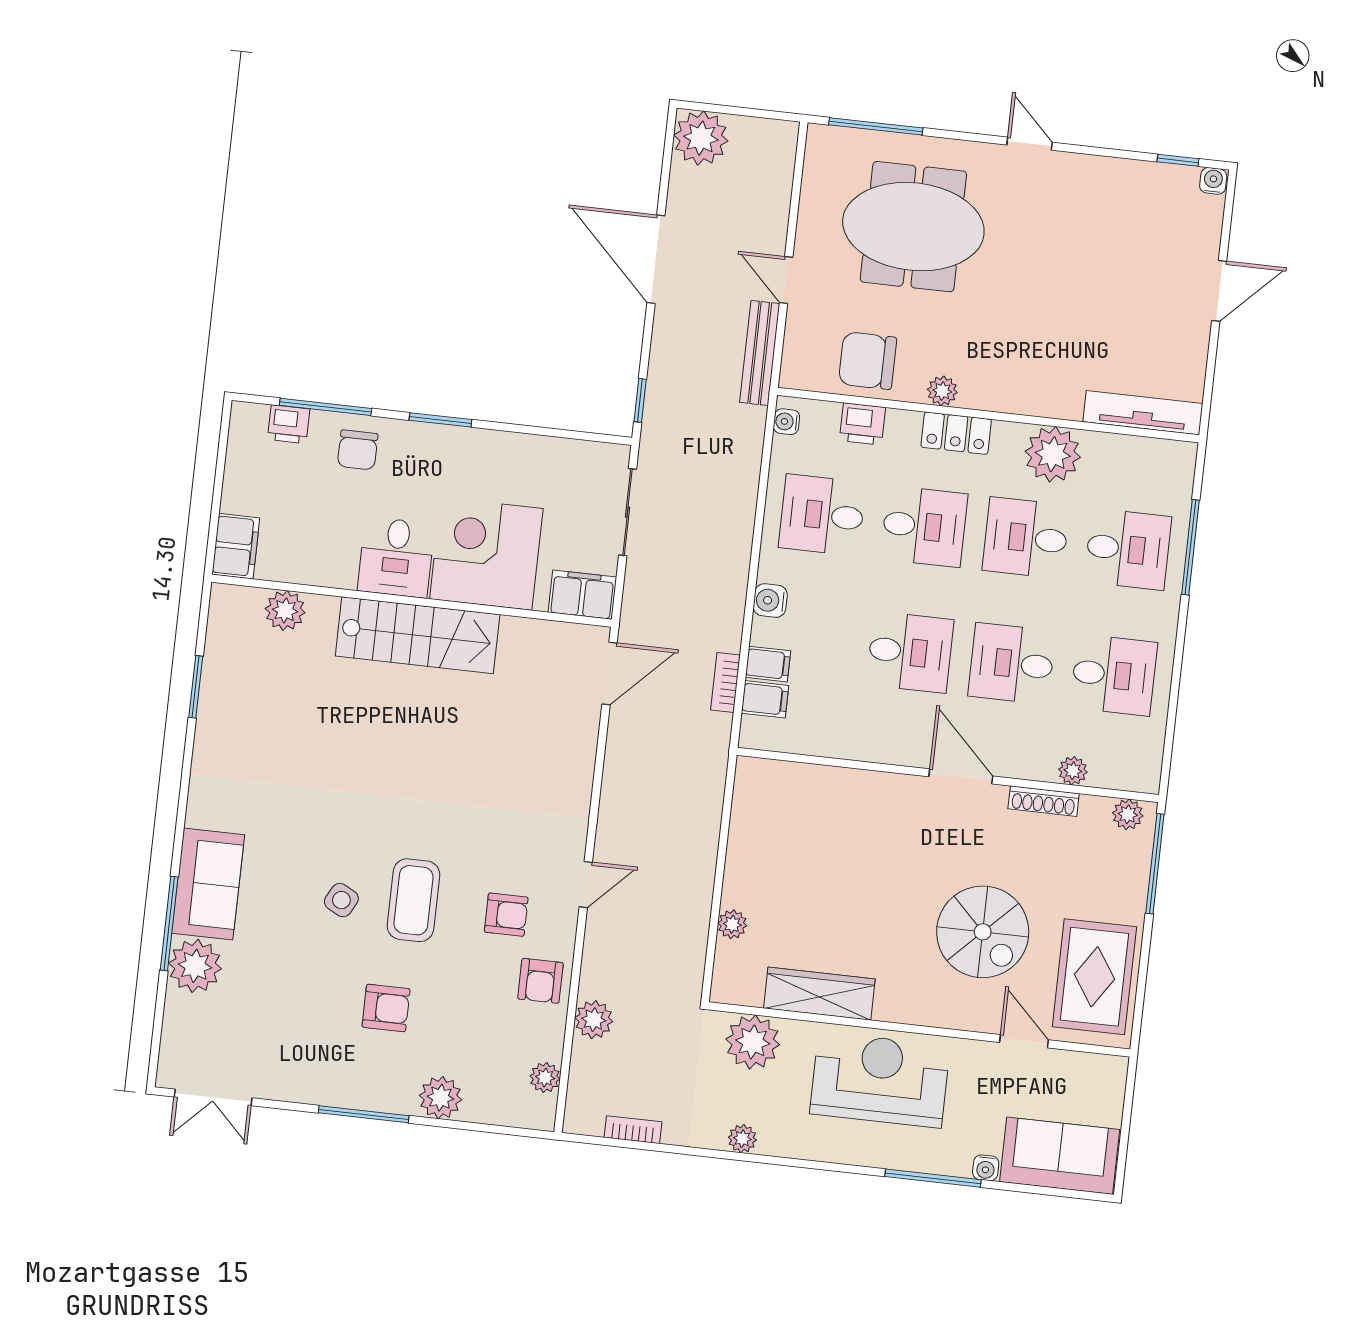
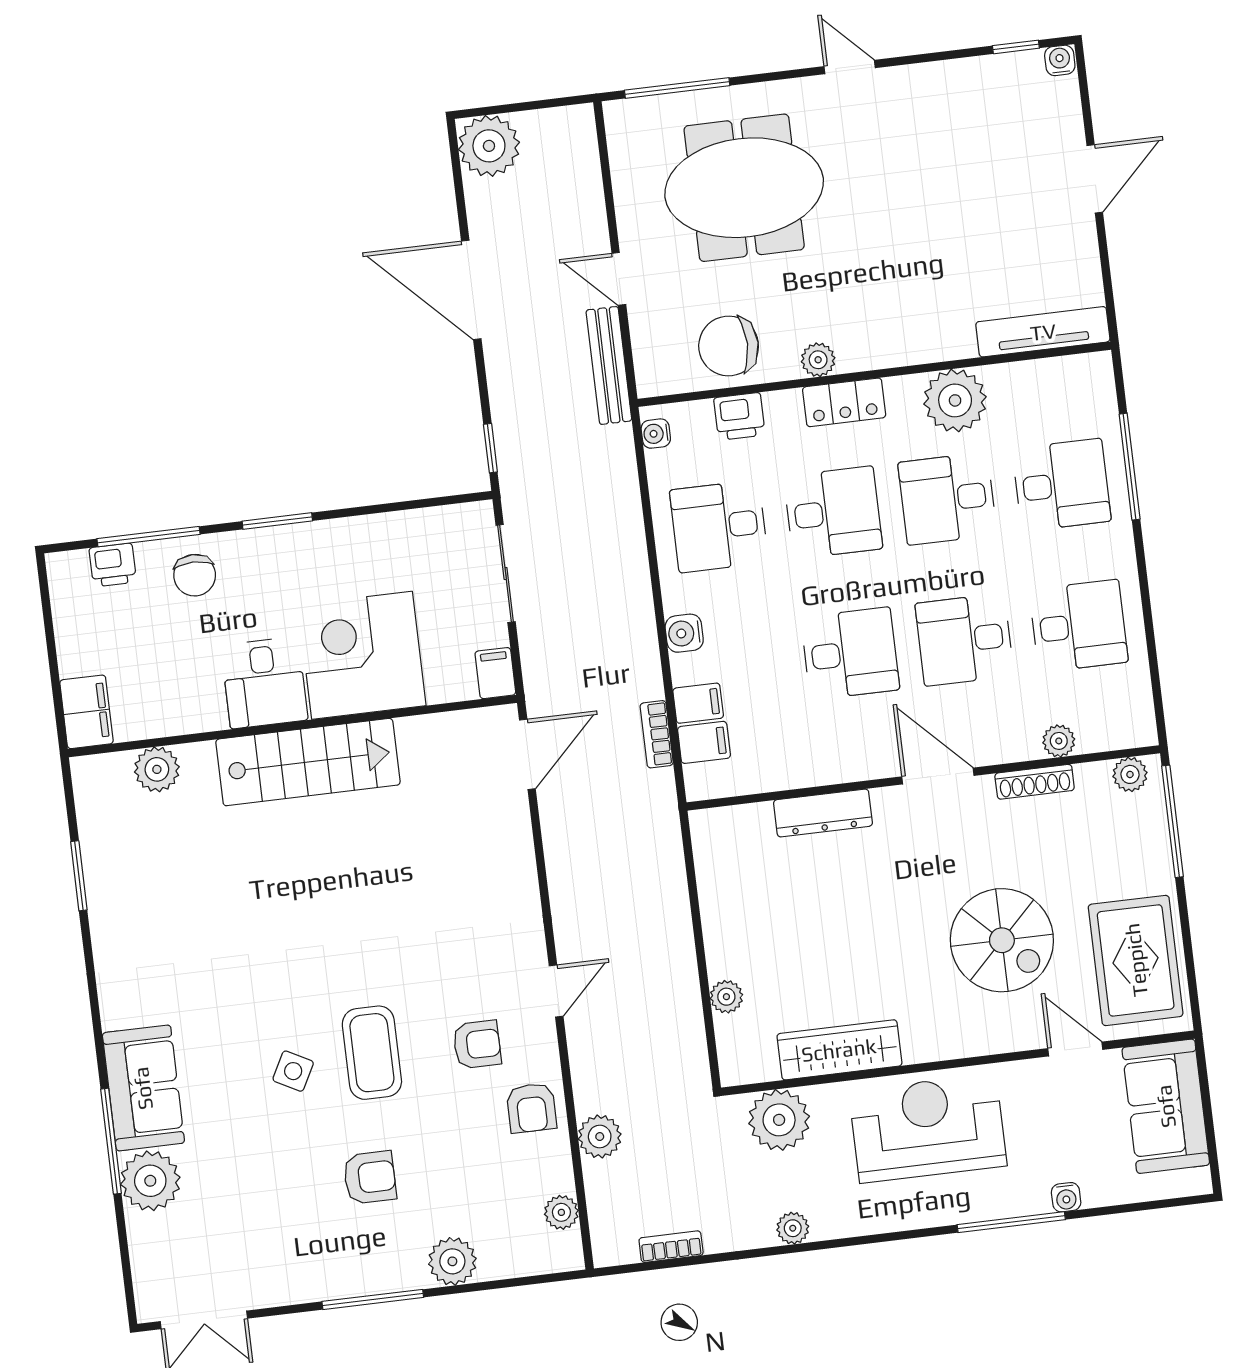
filing cabinet: (582, 595) -> (495, 673), width x0.50
dresser: (854, 785) -> (823, 813), added
sofa: (1060, 1156) -> (1166, 1106), moved, turned -90

